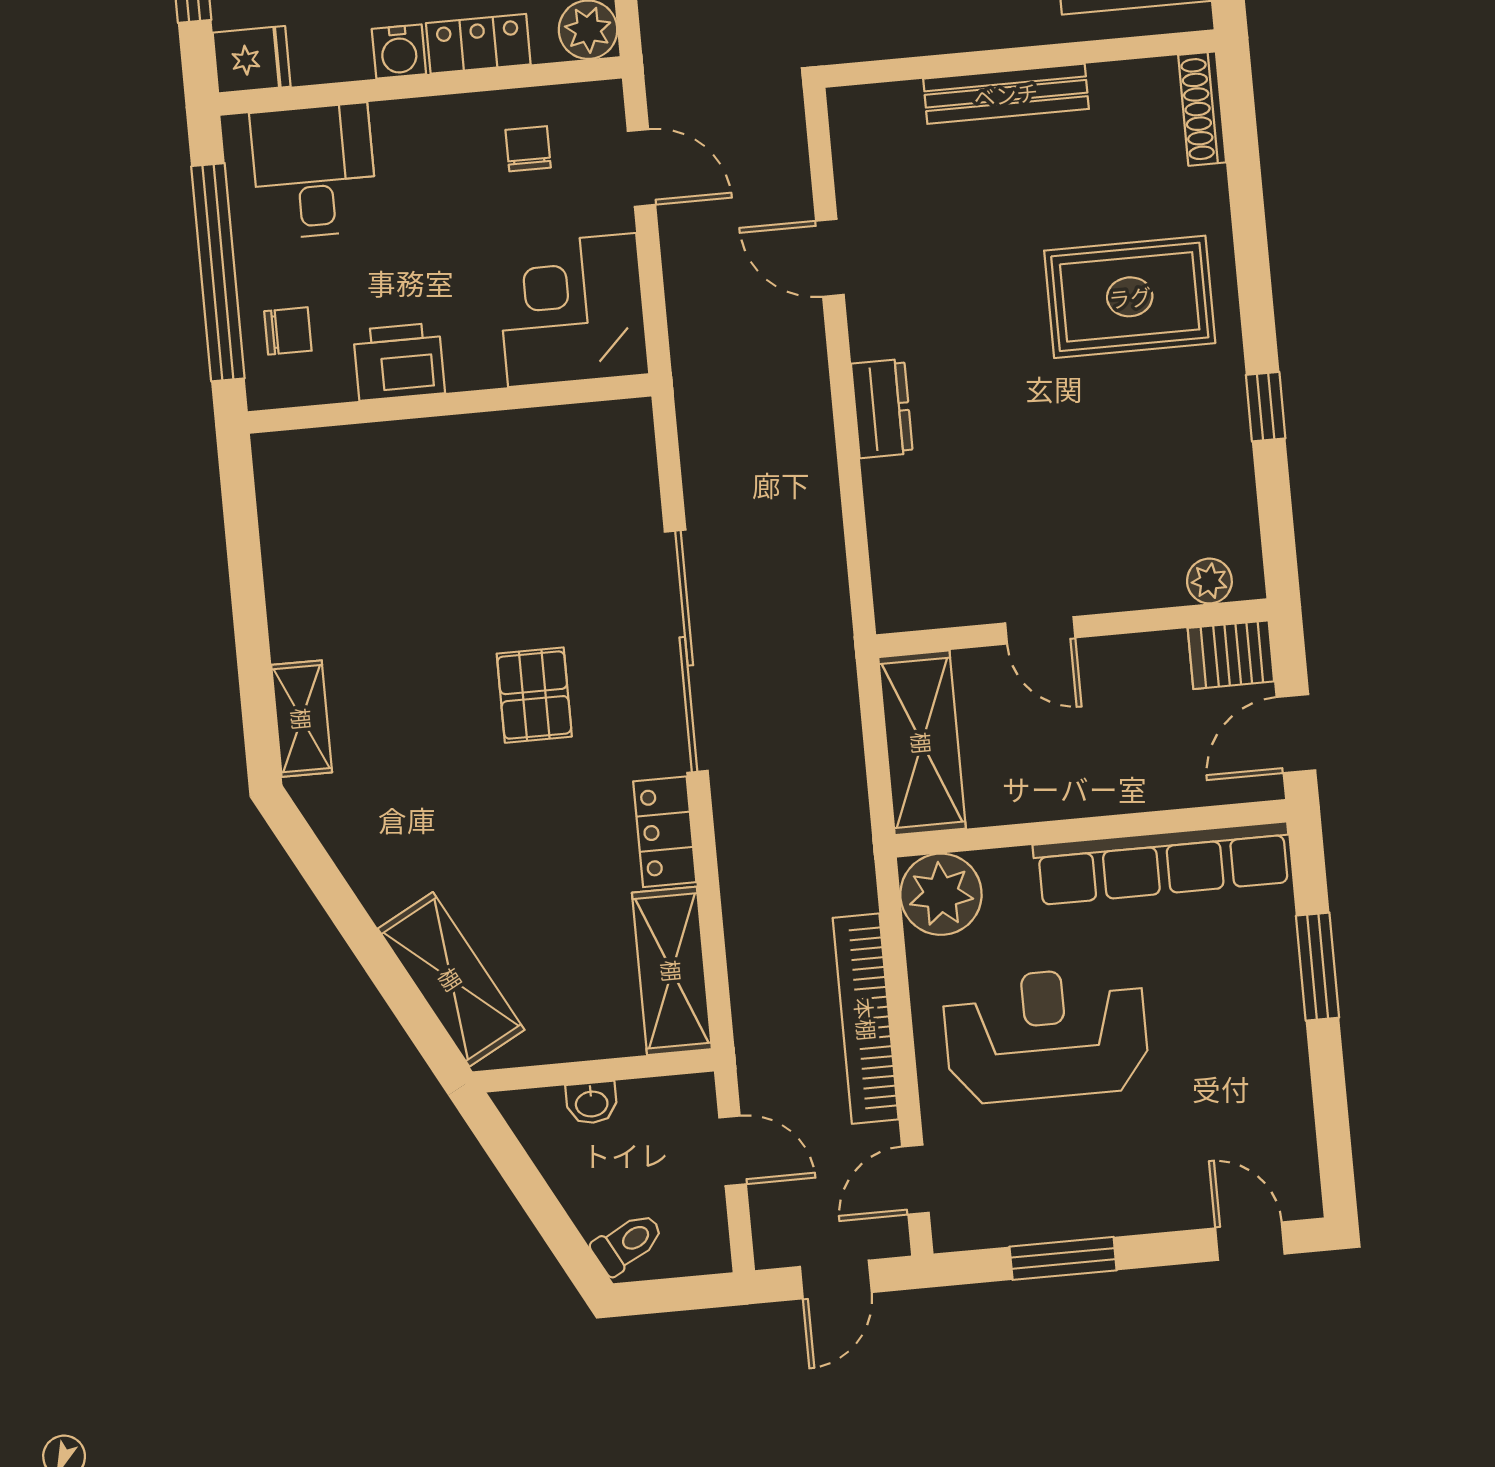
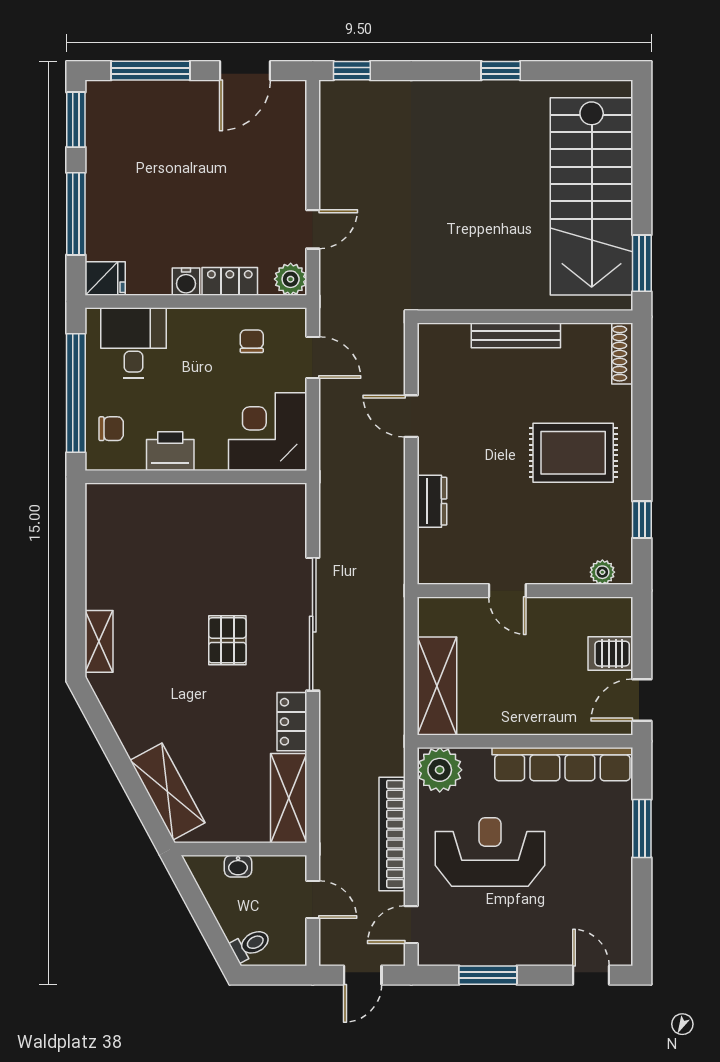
plant: (1209, 581) -> (602, 572), moved
wall: (1072, 627) -> (525, 591), moved
door: (1040, 630) -> (507, 591), moved

